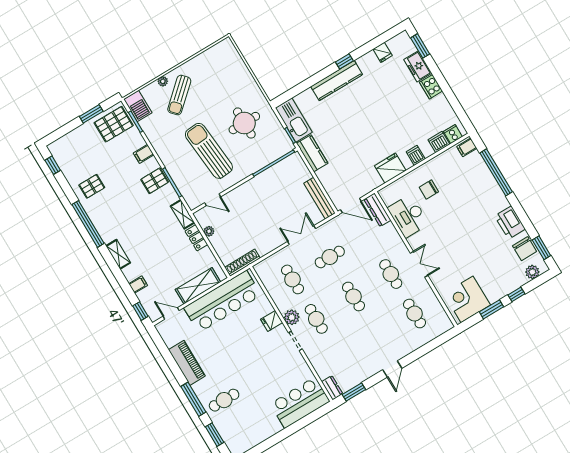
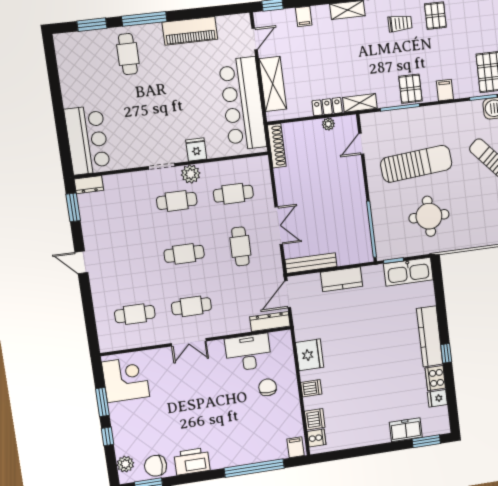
cooker: (431, 87) -> (435, 378), moved, turned -90
kitchen counter: (312, 153) -> (342, 279), moved
trolley: (110, 211) -> (400, 23), added

